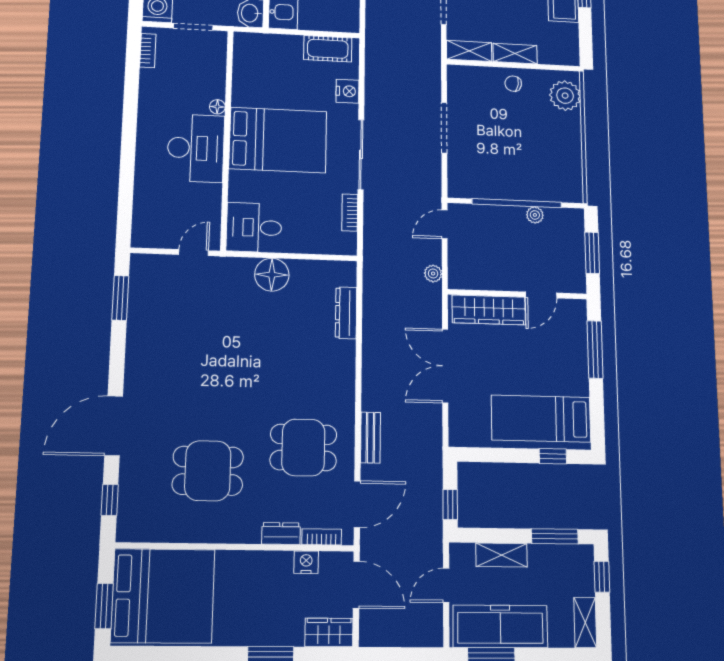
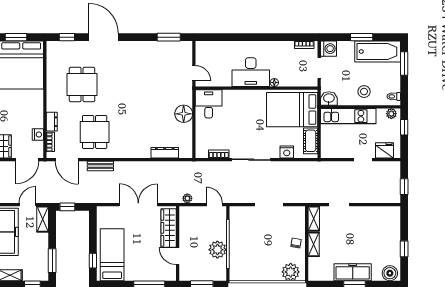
bed: (278, 140) -> (292, 110), moved, turned 90
plant: (535, 215) -> (217, 250), width x1.87, depth x1.87
shelving: (502, 555) -> (43, 219), moved
door: (446, 585) -> (27, 205), hinge flipped

